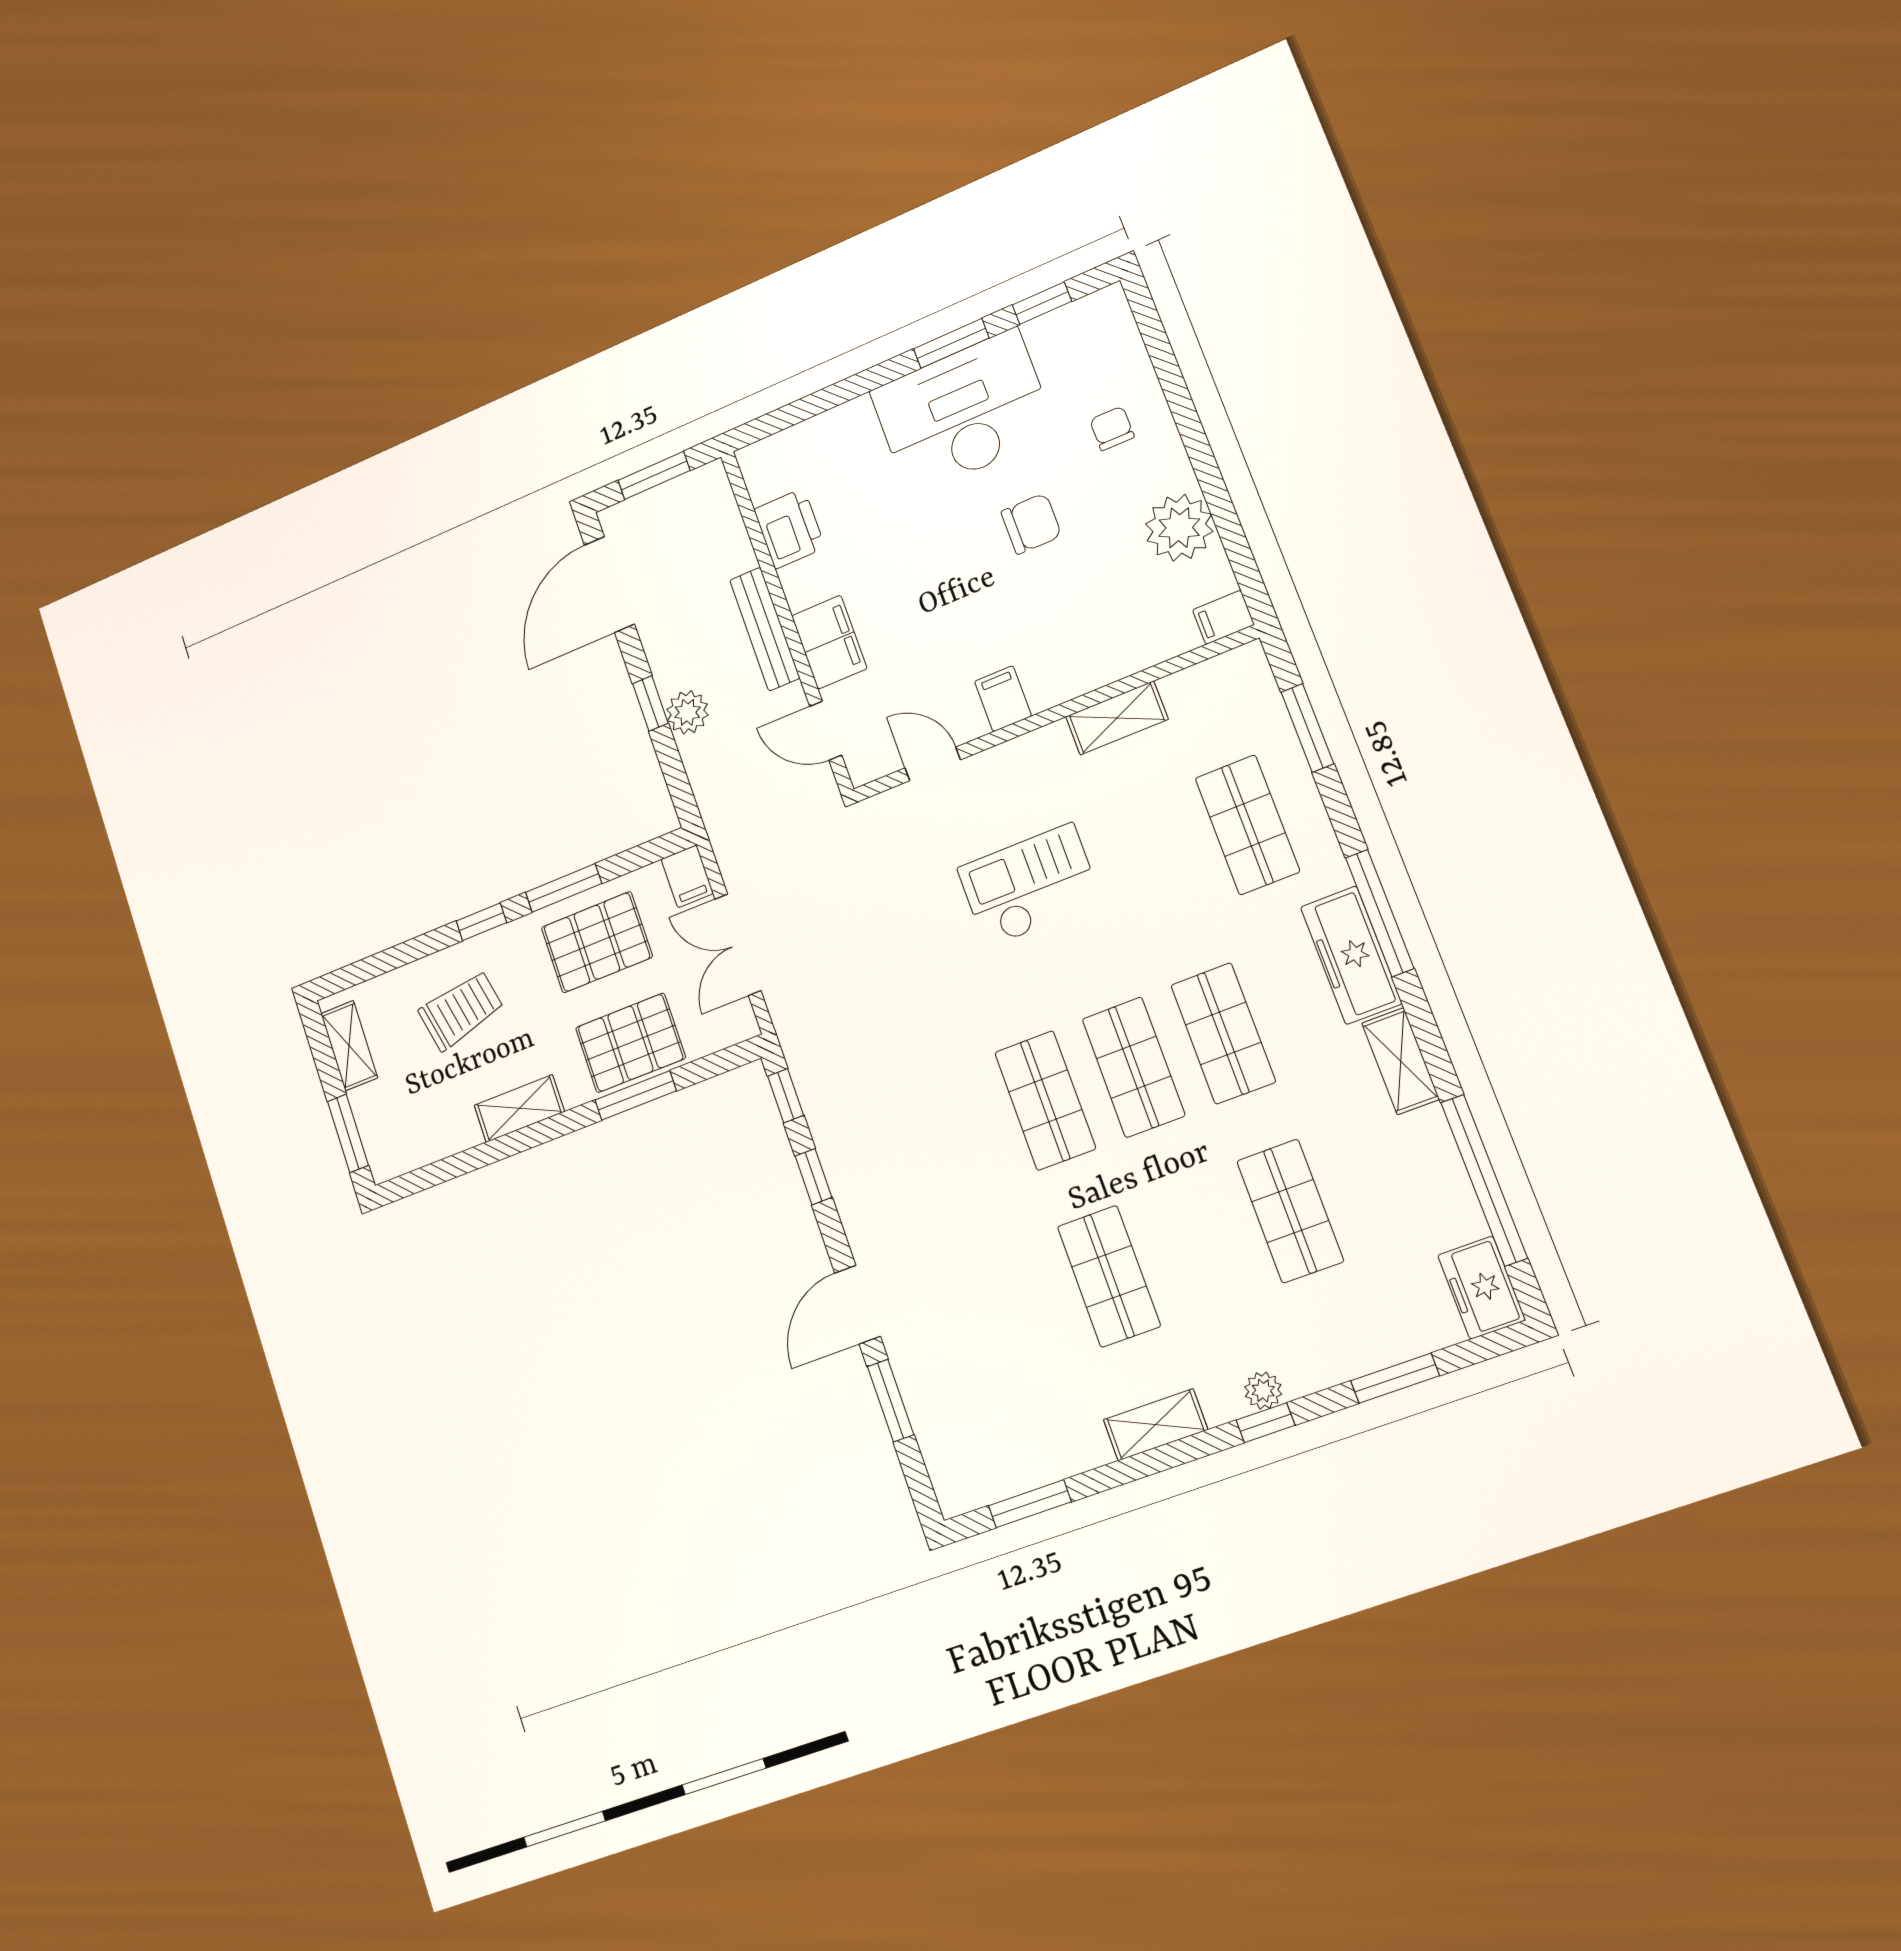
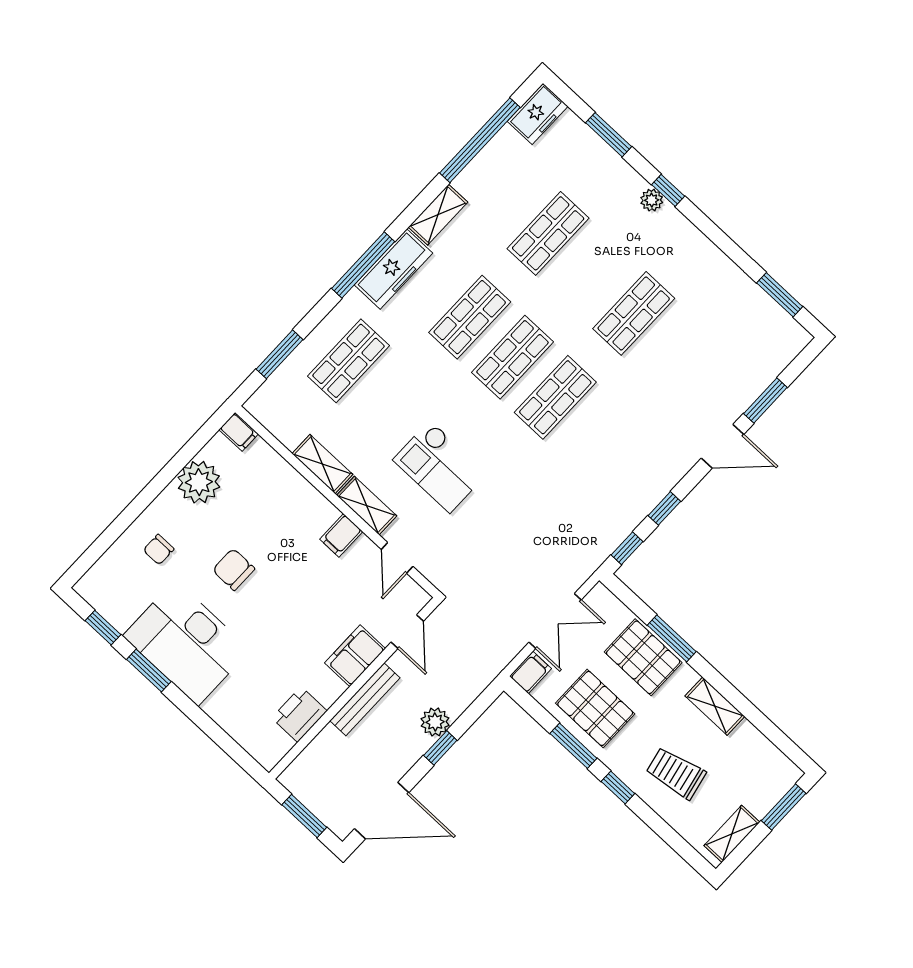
shelving: (1155, 1425) -> (367, 506), moved

